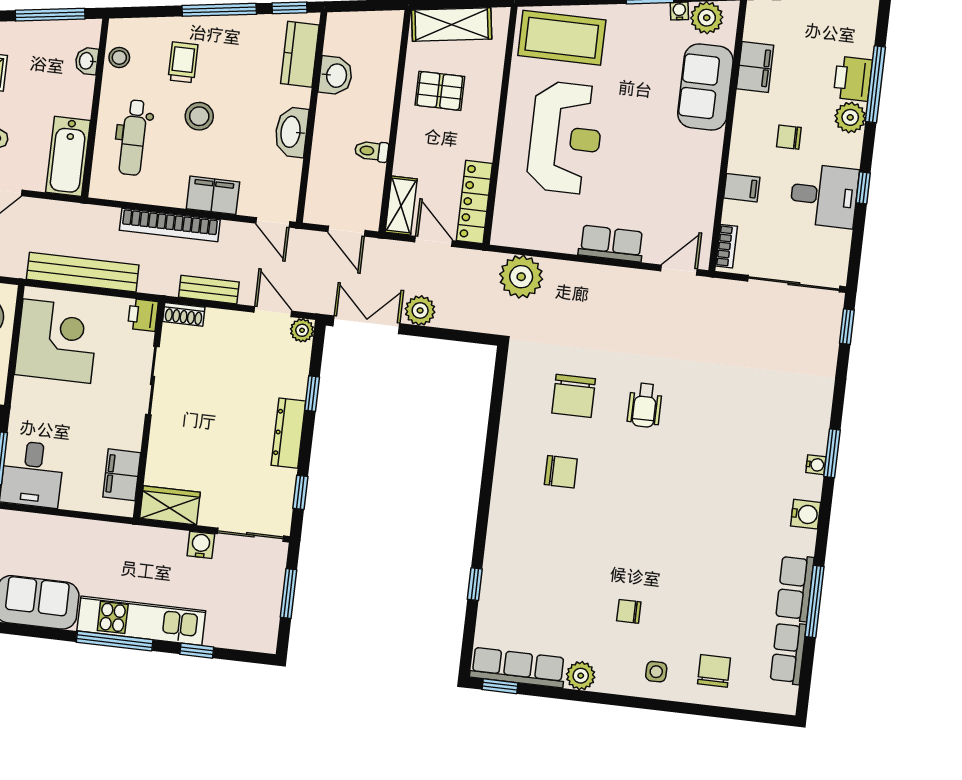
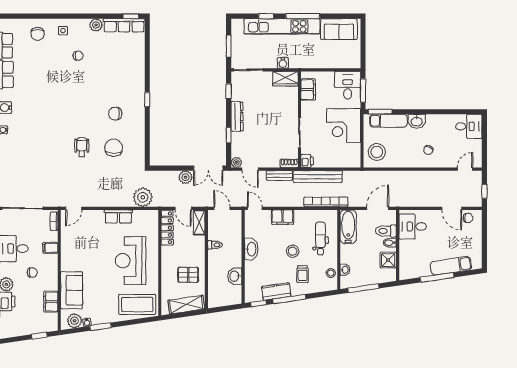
kitchen counter: (300, 54) -> (276, 291), moved, turned -98
bookcase: (170, 225) -> (326, 202), moved
row of seats: (611, 244) -> (118, 217), moved
bench: (83, 272) -> (318, 177), moved
corner desk: (57, 341) -> (344, 126), moved
water cooler: (201, 545) -> (283, 63), moved
window: (475, 584) -> (147, 100), moved
kitchen unit: (141, 621) -> (282, 26), width x1.36

